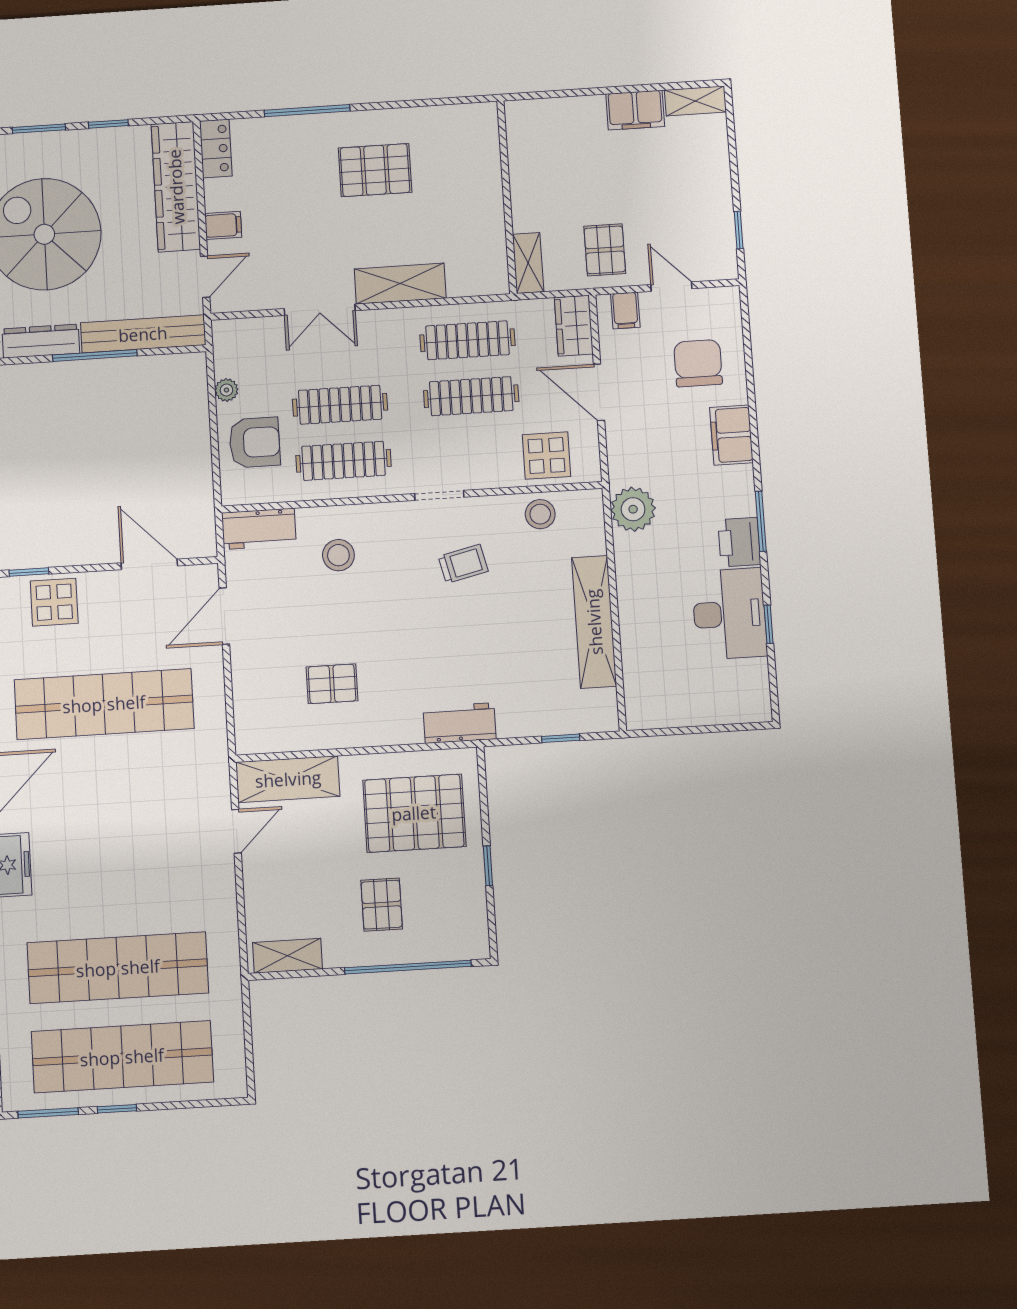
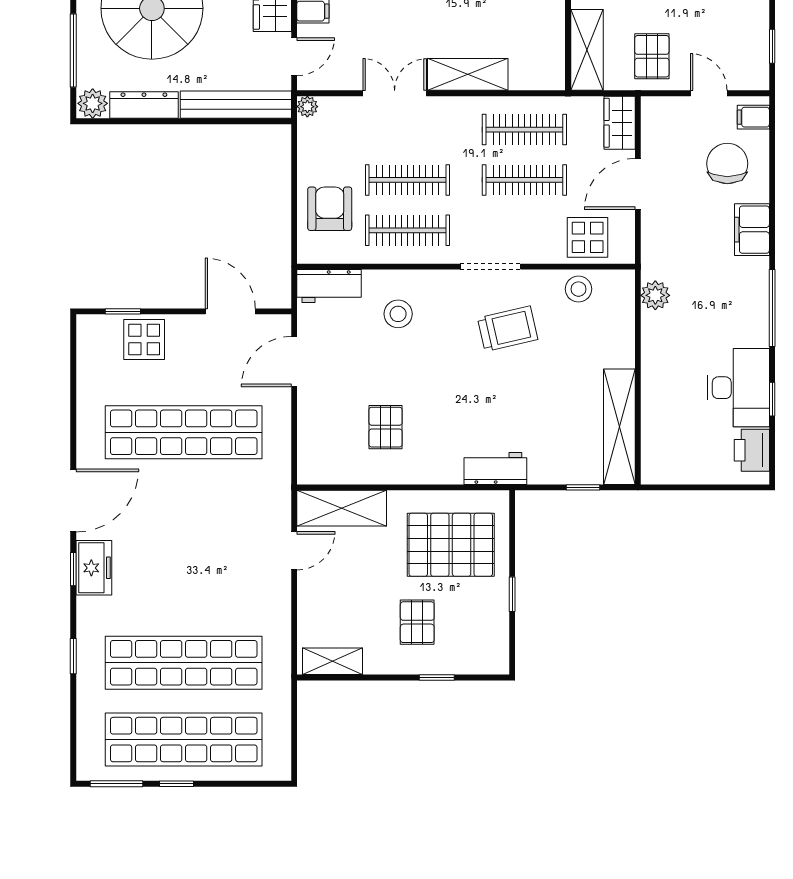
shelving: (528, 263) -> (587, 50), width x1.50, depth x1.33
double door: (320, 310) -> (395, 93), swing flipped
filing cabinet: (625, 311) -> (753, 117), moved, turned 90
window: (95, 355) -> (192, 121), removed
plant: (226, 390) -> (307, 107), moved
door: (599, 392) -> (638, 184), hinge flipped
armchair: (255, 442) -> (330, 209), turned -90
doorway: (439, 495) -> (490, 267), width x1.38
plant: (633, 509) -> (655, 295), width x0.73, depth x0.73
window: (761, 521) -> (772, 308), width x1.44
printer: (739, 542) -> (752, 450), moved
trolley: (463, 564) -> (508, 329), width x1.36, depth x1.39
shelving: (594, 622) -> (619, 427), moved
pallet: (332, 684) -> (386, 427), turned 90
window: (408, 967) -> (437, 677), width x0.32

